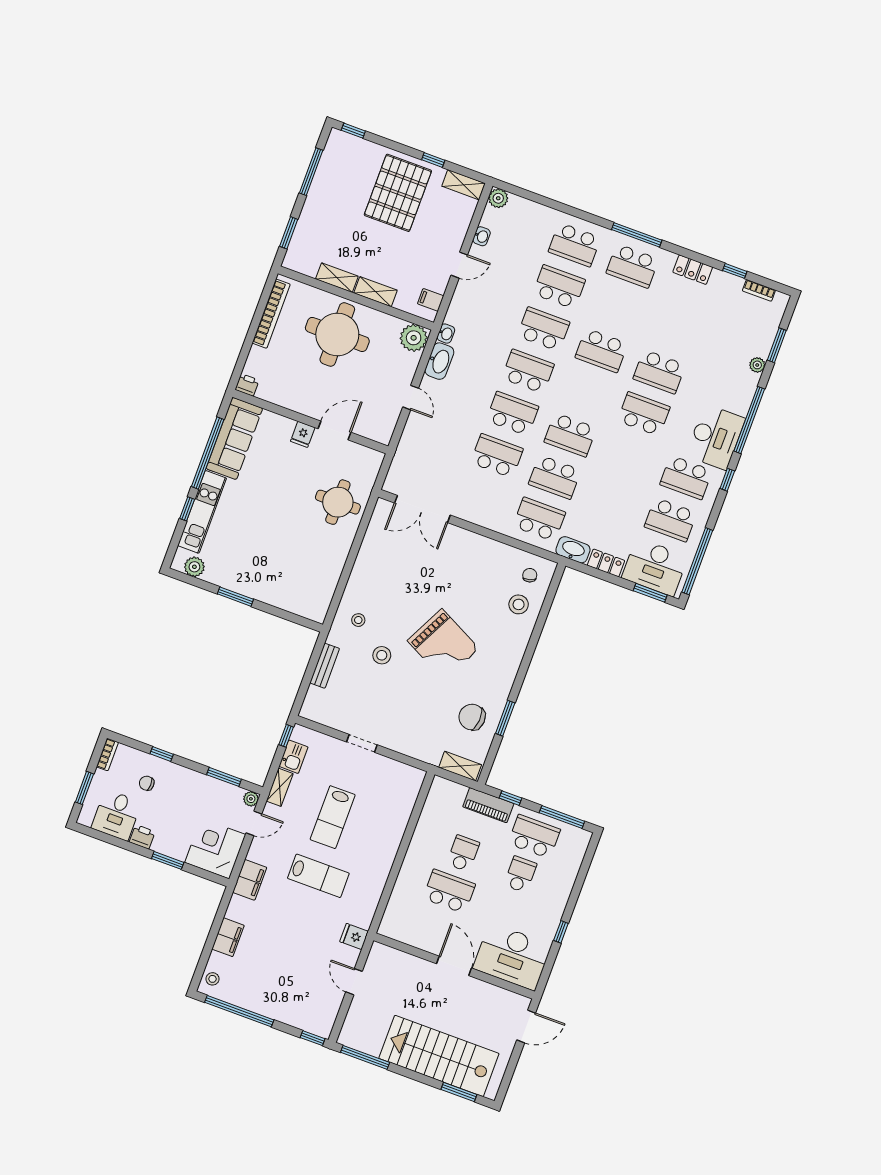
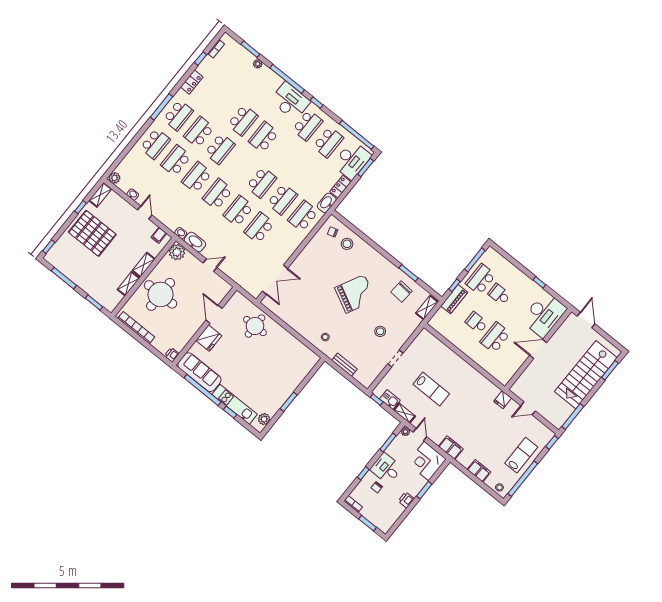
school desk: (617, 308) -> (199, 132), added
fridge: (303, 434) -> (209, 338), width x1.88, depth x1.34
stool: (382, 655) -> (380, 331), moved
desk: (116, 815) -> (386, 468), moved, turned 180
lab bench: (318, 876) -> (521, 455), moved

